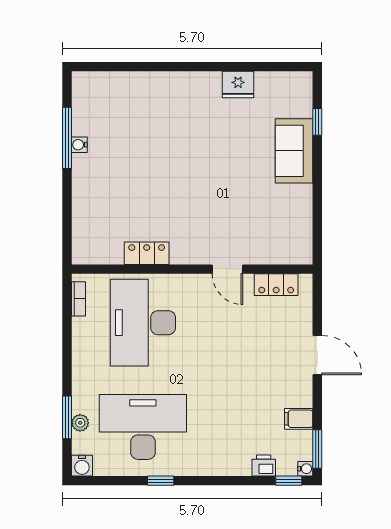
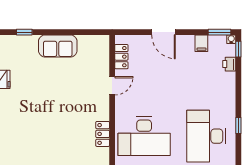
sofa: (294, 151) -> (58, 46), moved
door: (317, 355) -> (163, 32), swing flipped

